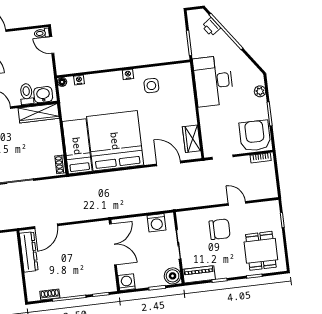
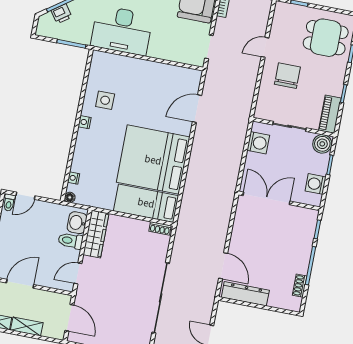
wardrobe: (191, 139) -> (178, 75), removed
washing machine: (127, 282) -> (316, 184), moved

